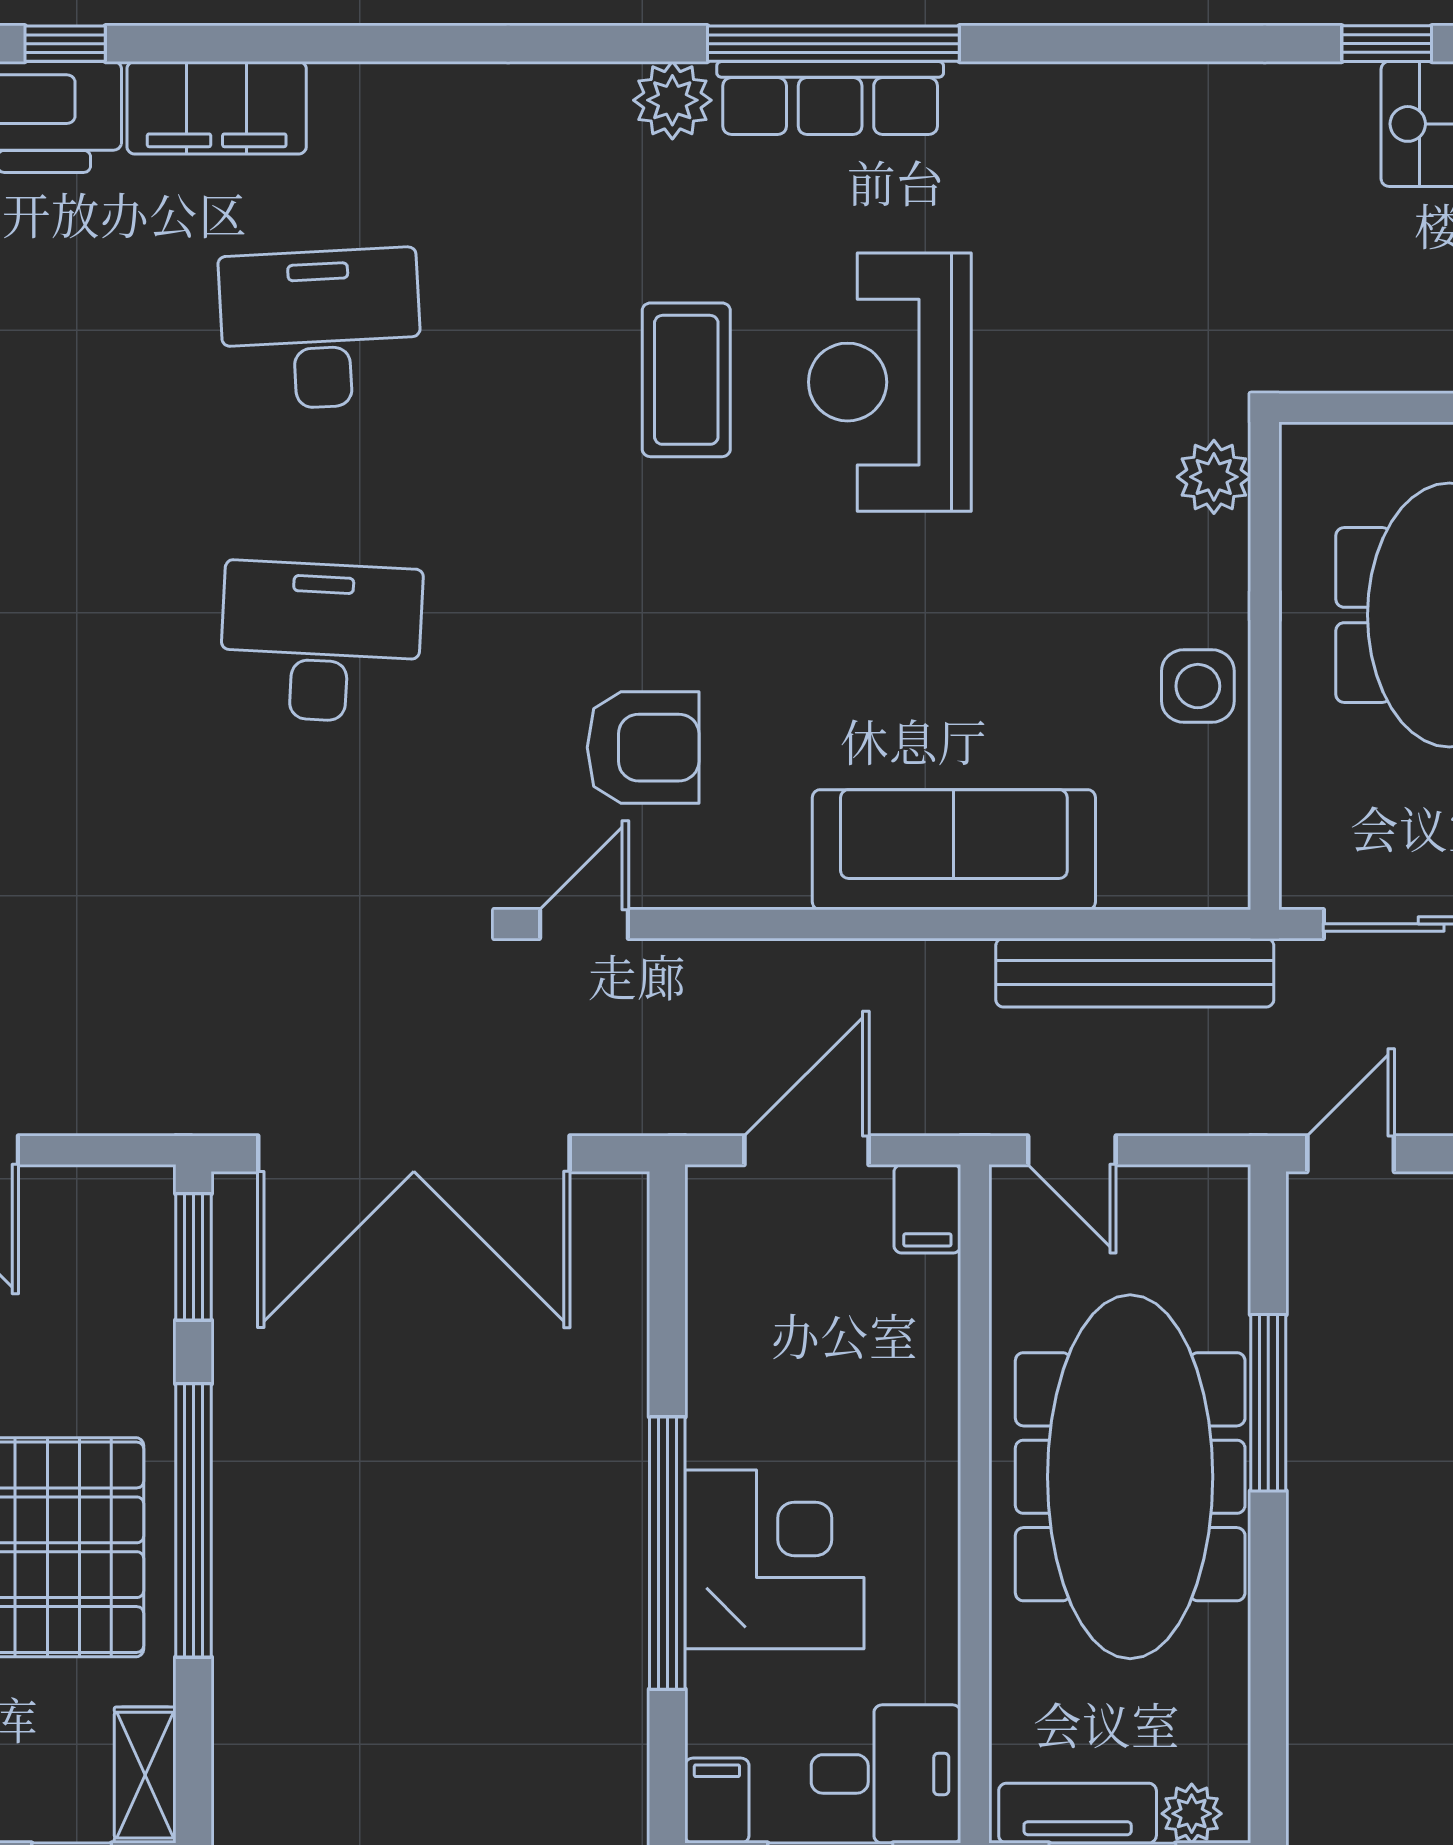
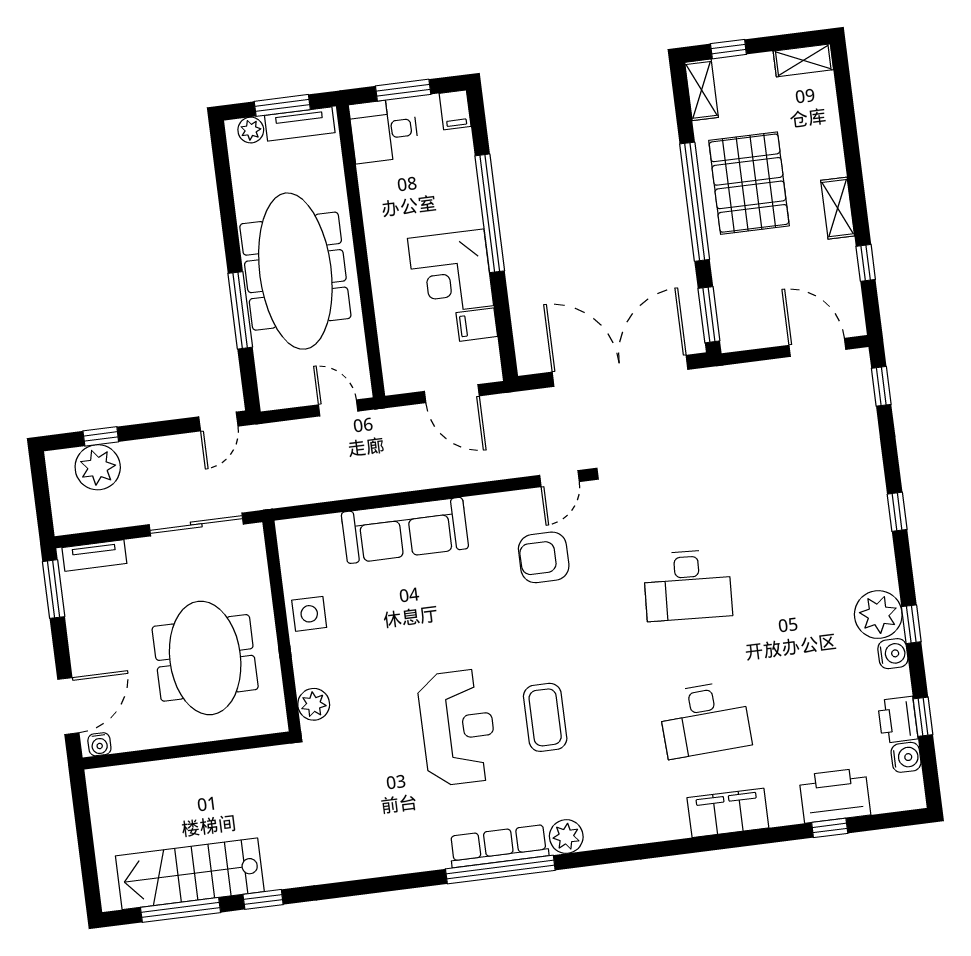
filing cabinet: (217, 108) -> (728, 813), moved
bench: (1135, 973) -> (321, 487), removed
door: (806, 1150) -> (452, 394), hinge flipped
filing cabinet: (927, 1209) -> (477, 325), moved, turned -90
corner desk: (774, 1559) -> (450, 272), moved

